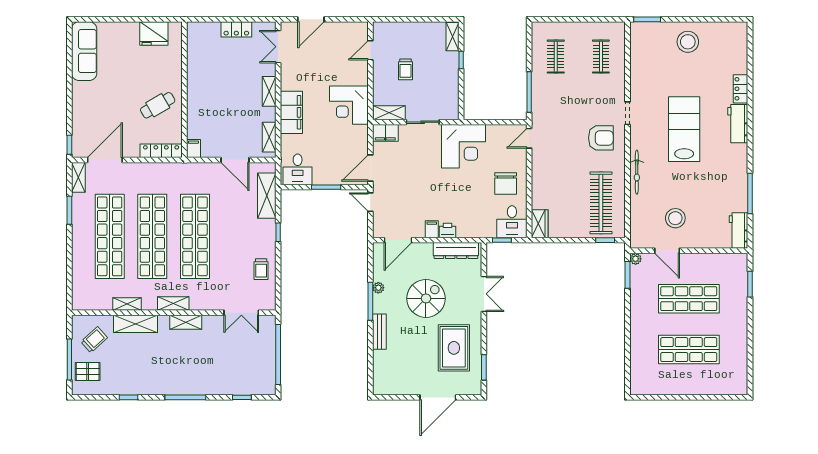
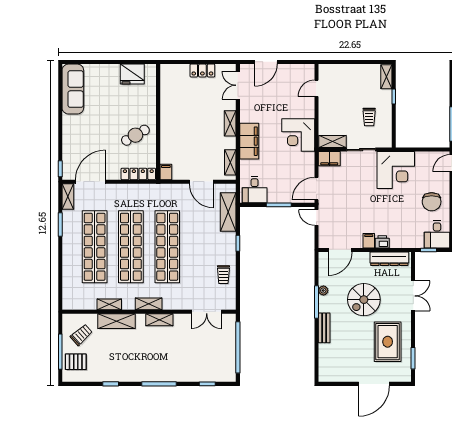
trolley: (405, 69) -> (369, 117), moved
spiral stairs: (426, 298) -> (364, 300), turned 180

